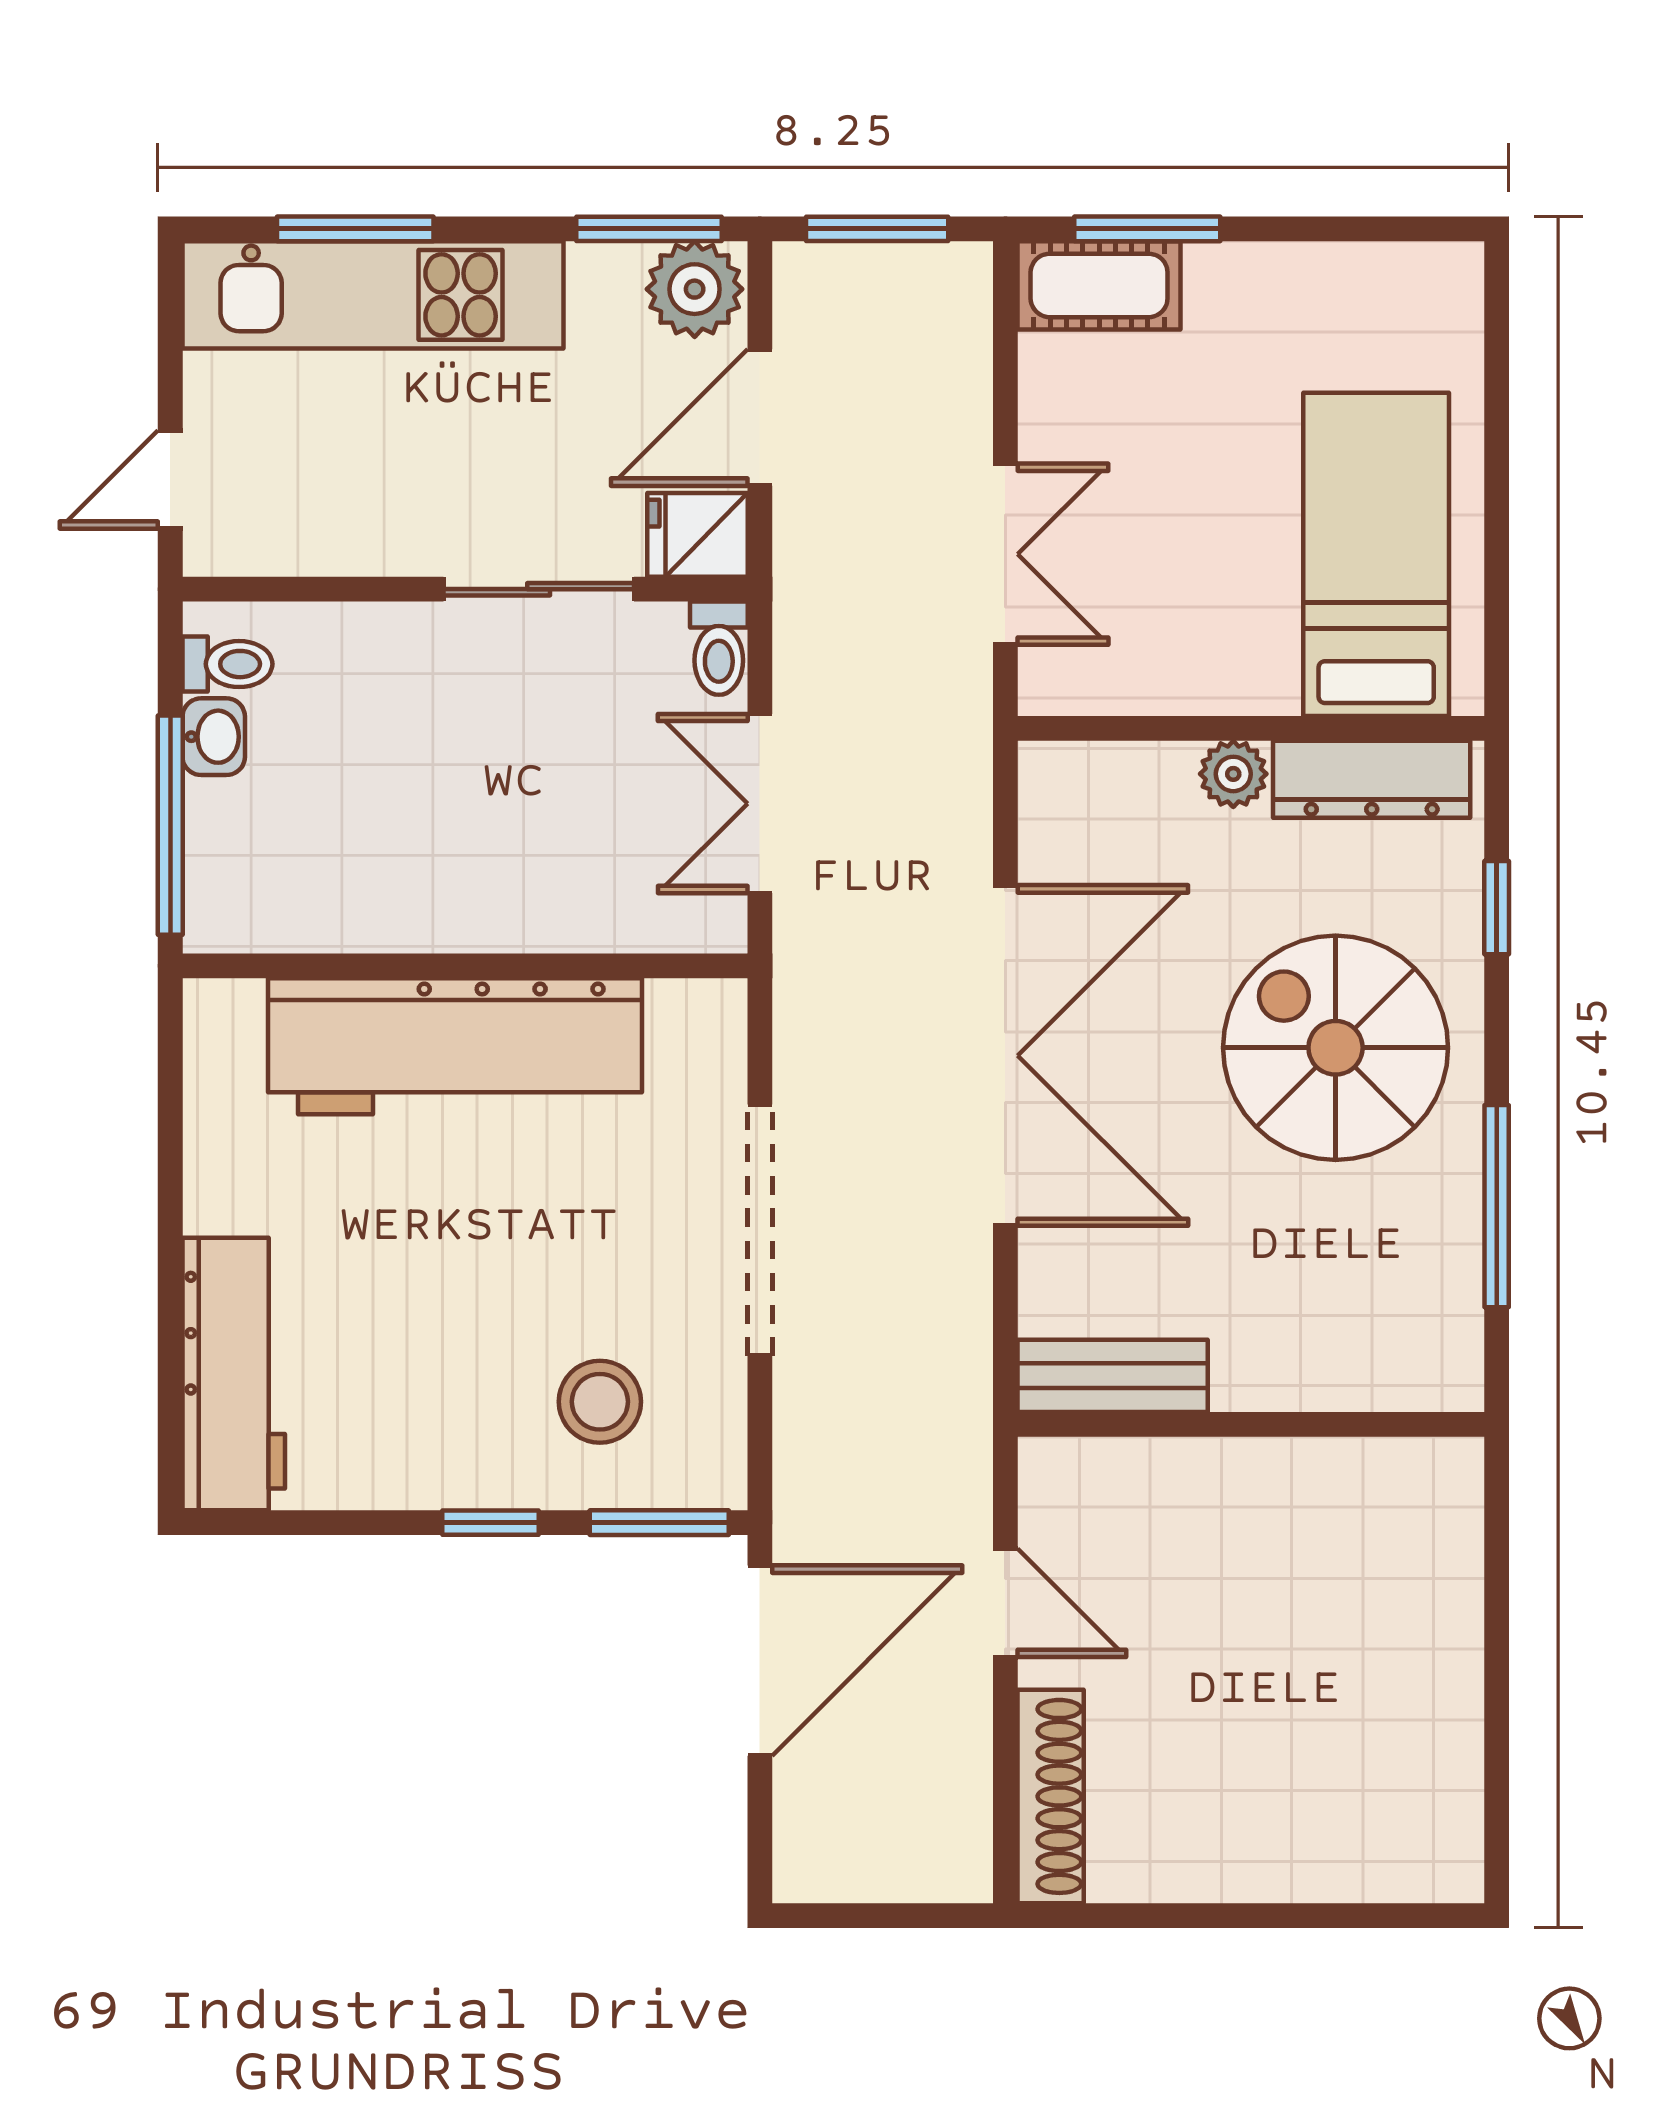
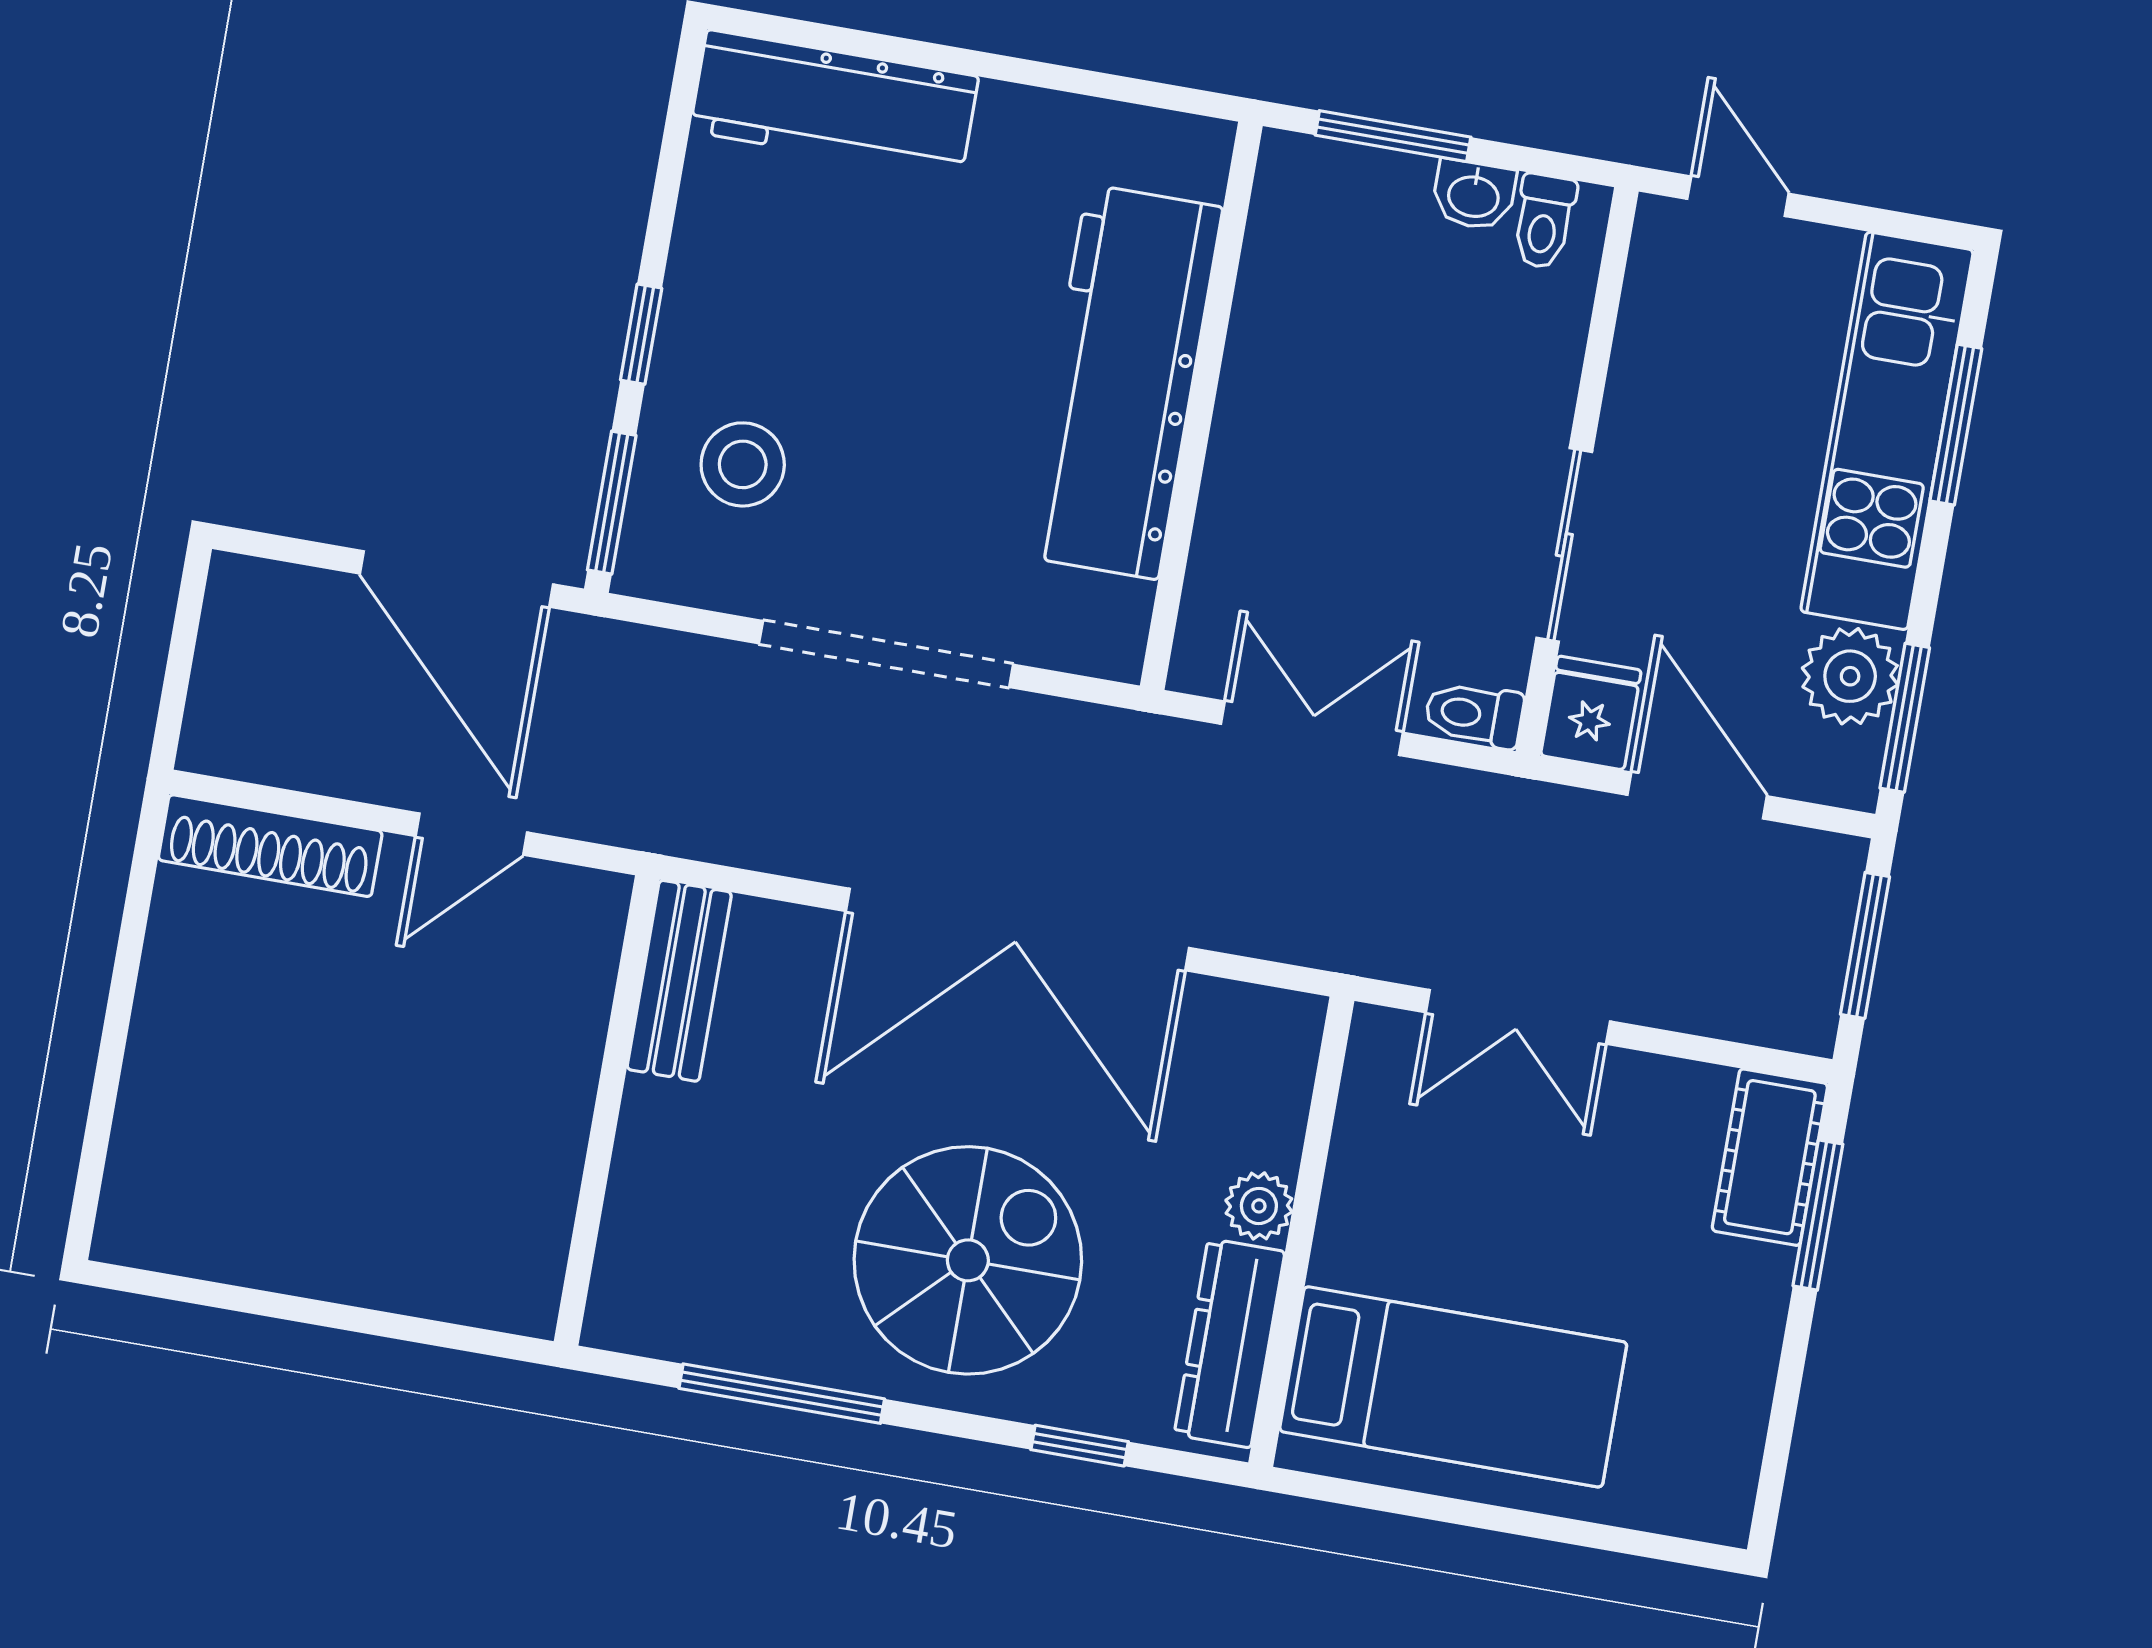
plant: (695, 289) -> (1850, 676), moved
window: (170, 825) -> (1393, 136), width x0.69

